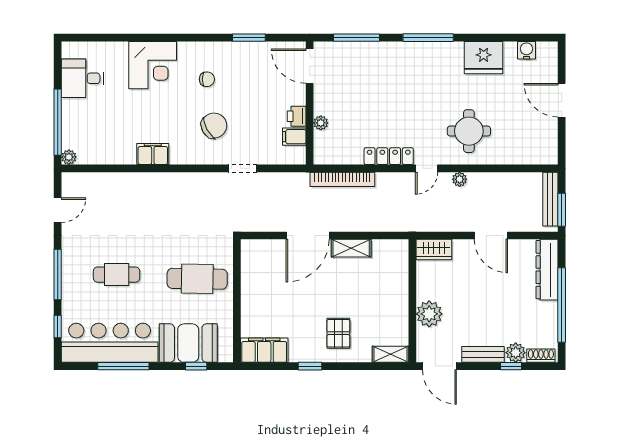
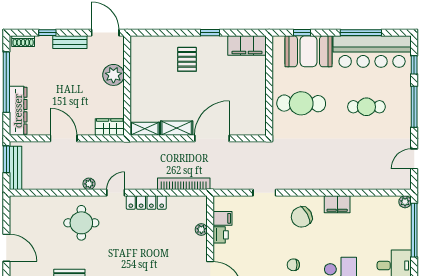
chair: (214, 126) -> (302, 217), moved
plant: (516, 353) -> (44, 44), removed
shelving: (391, 354) -> (145, 129), moved

